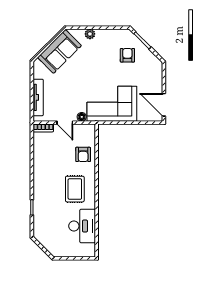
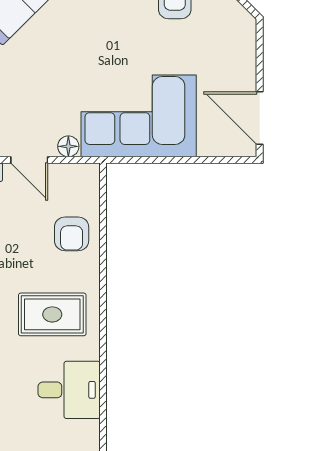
rug: (75, 189) -> (52, 314), turned 90
desk: (82, 226) -> (69, 390), width x0.73

